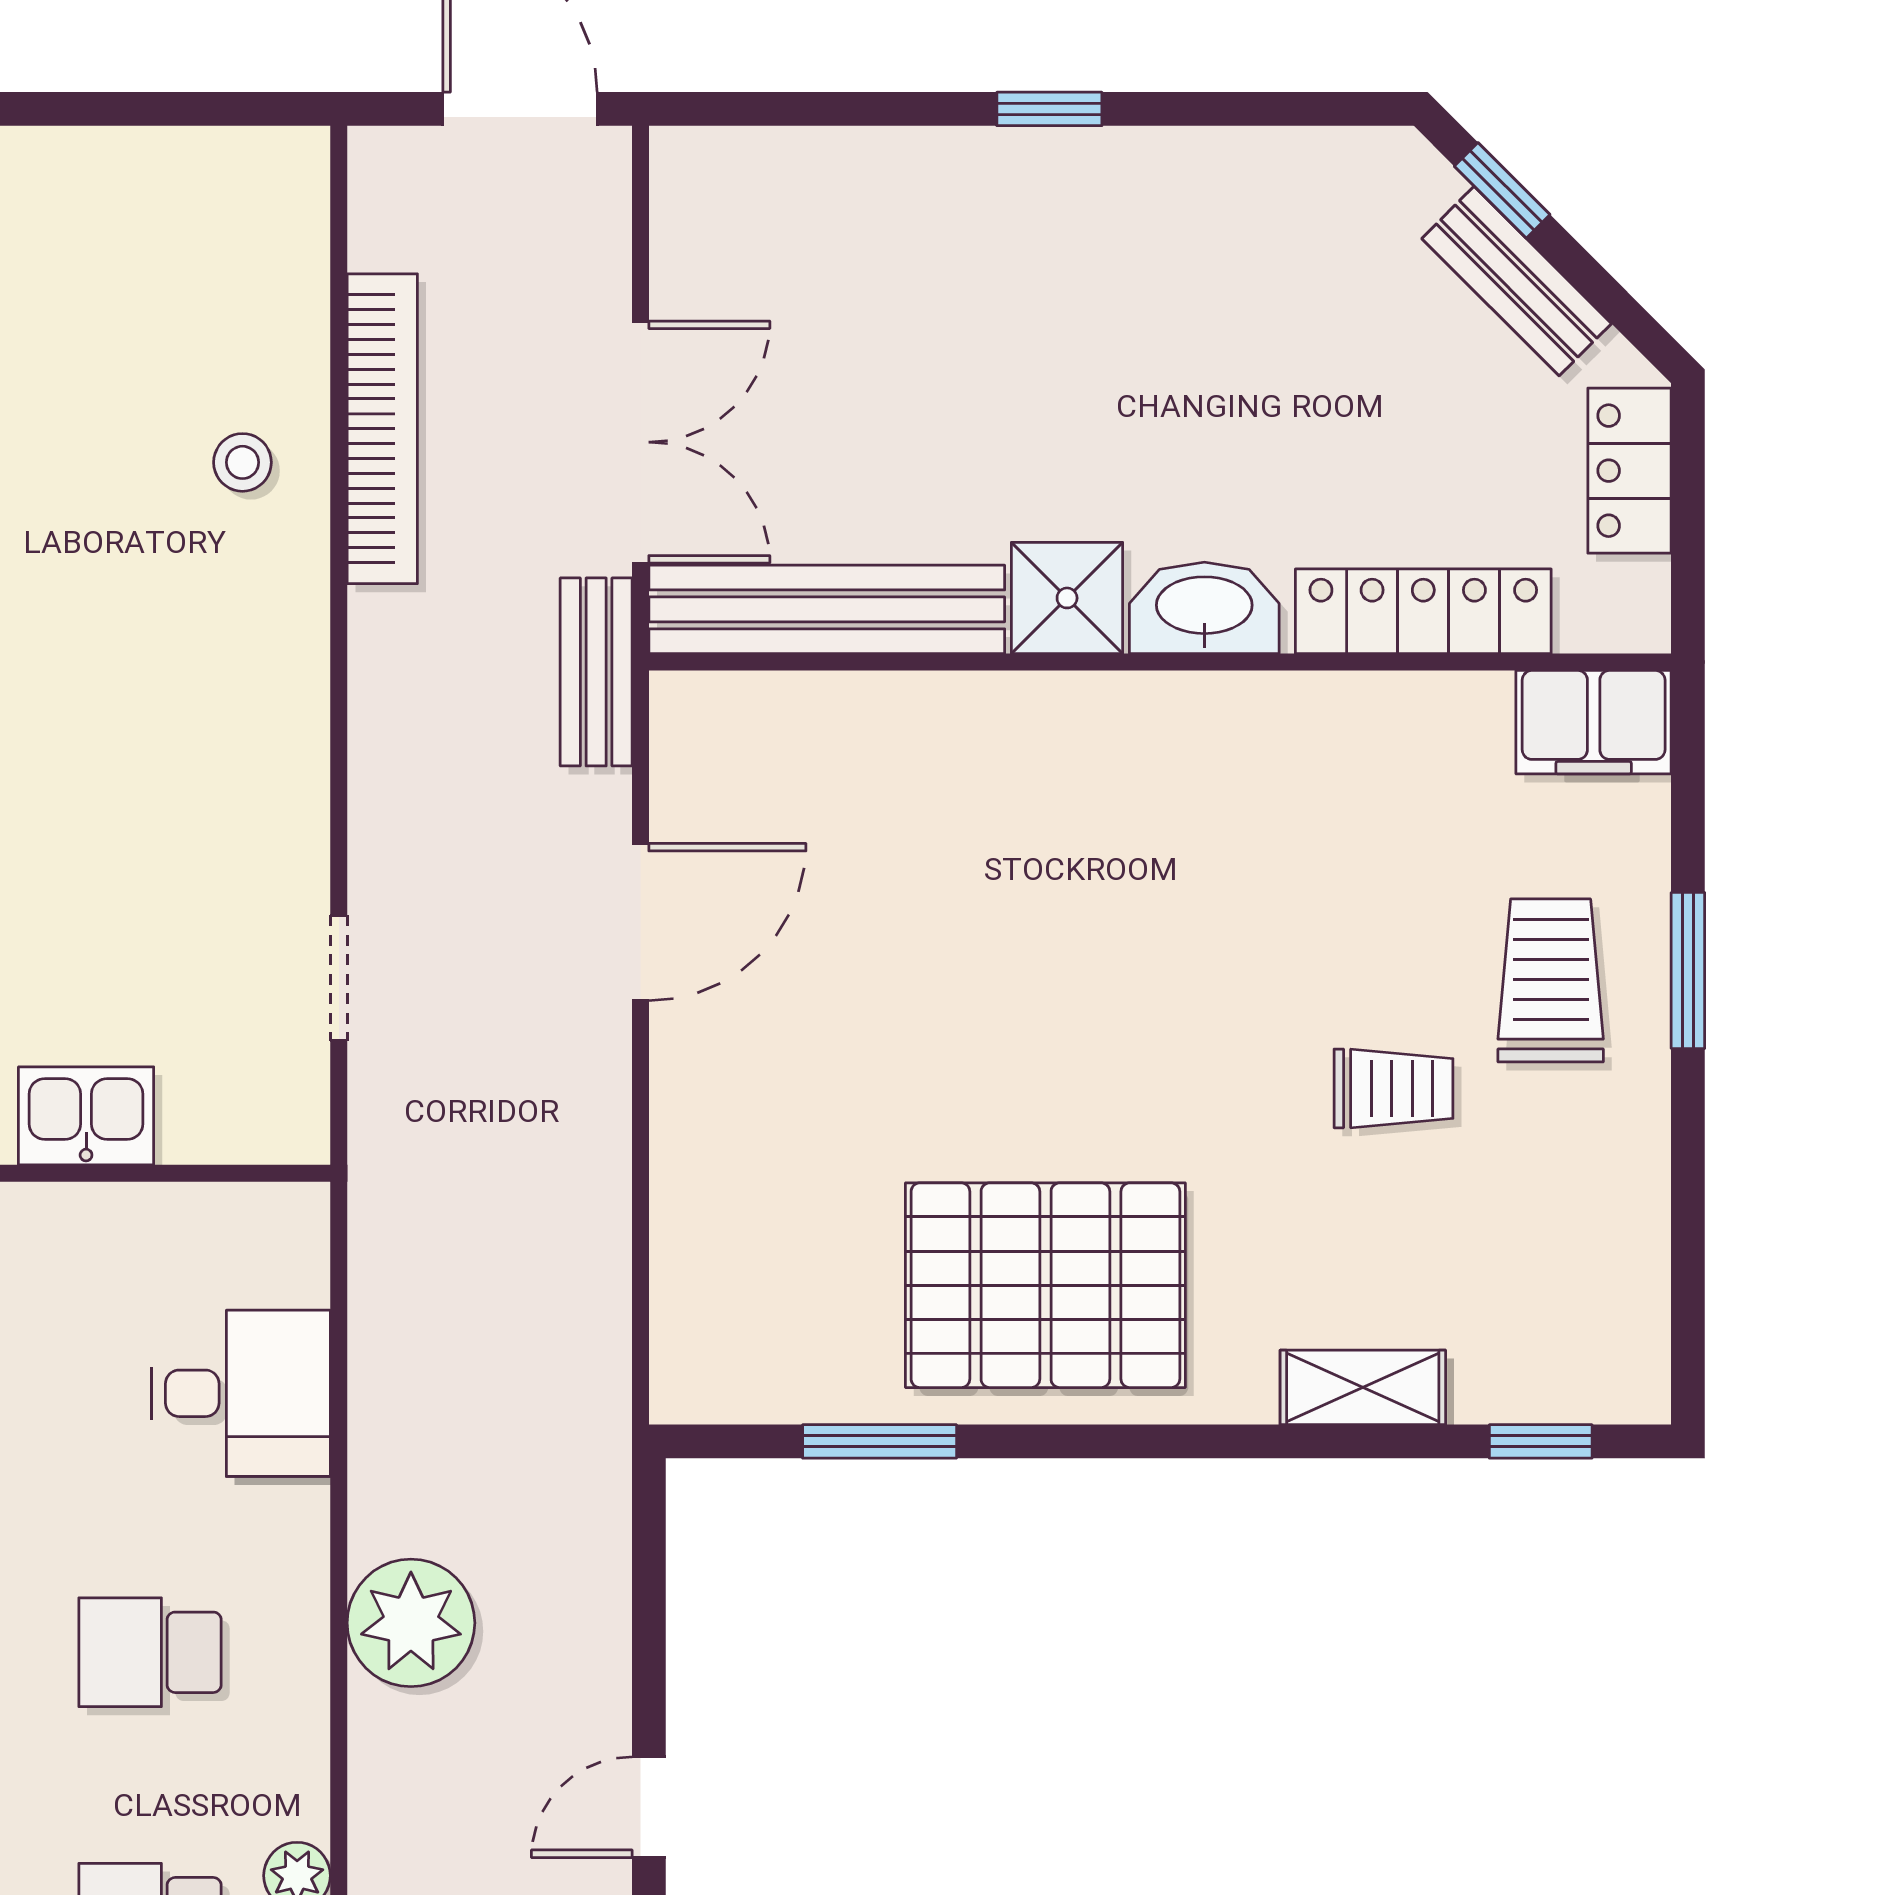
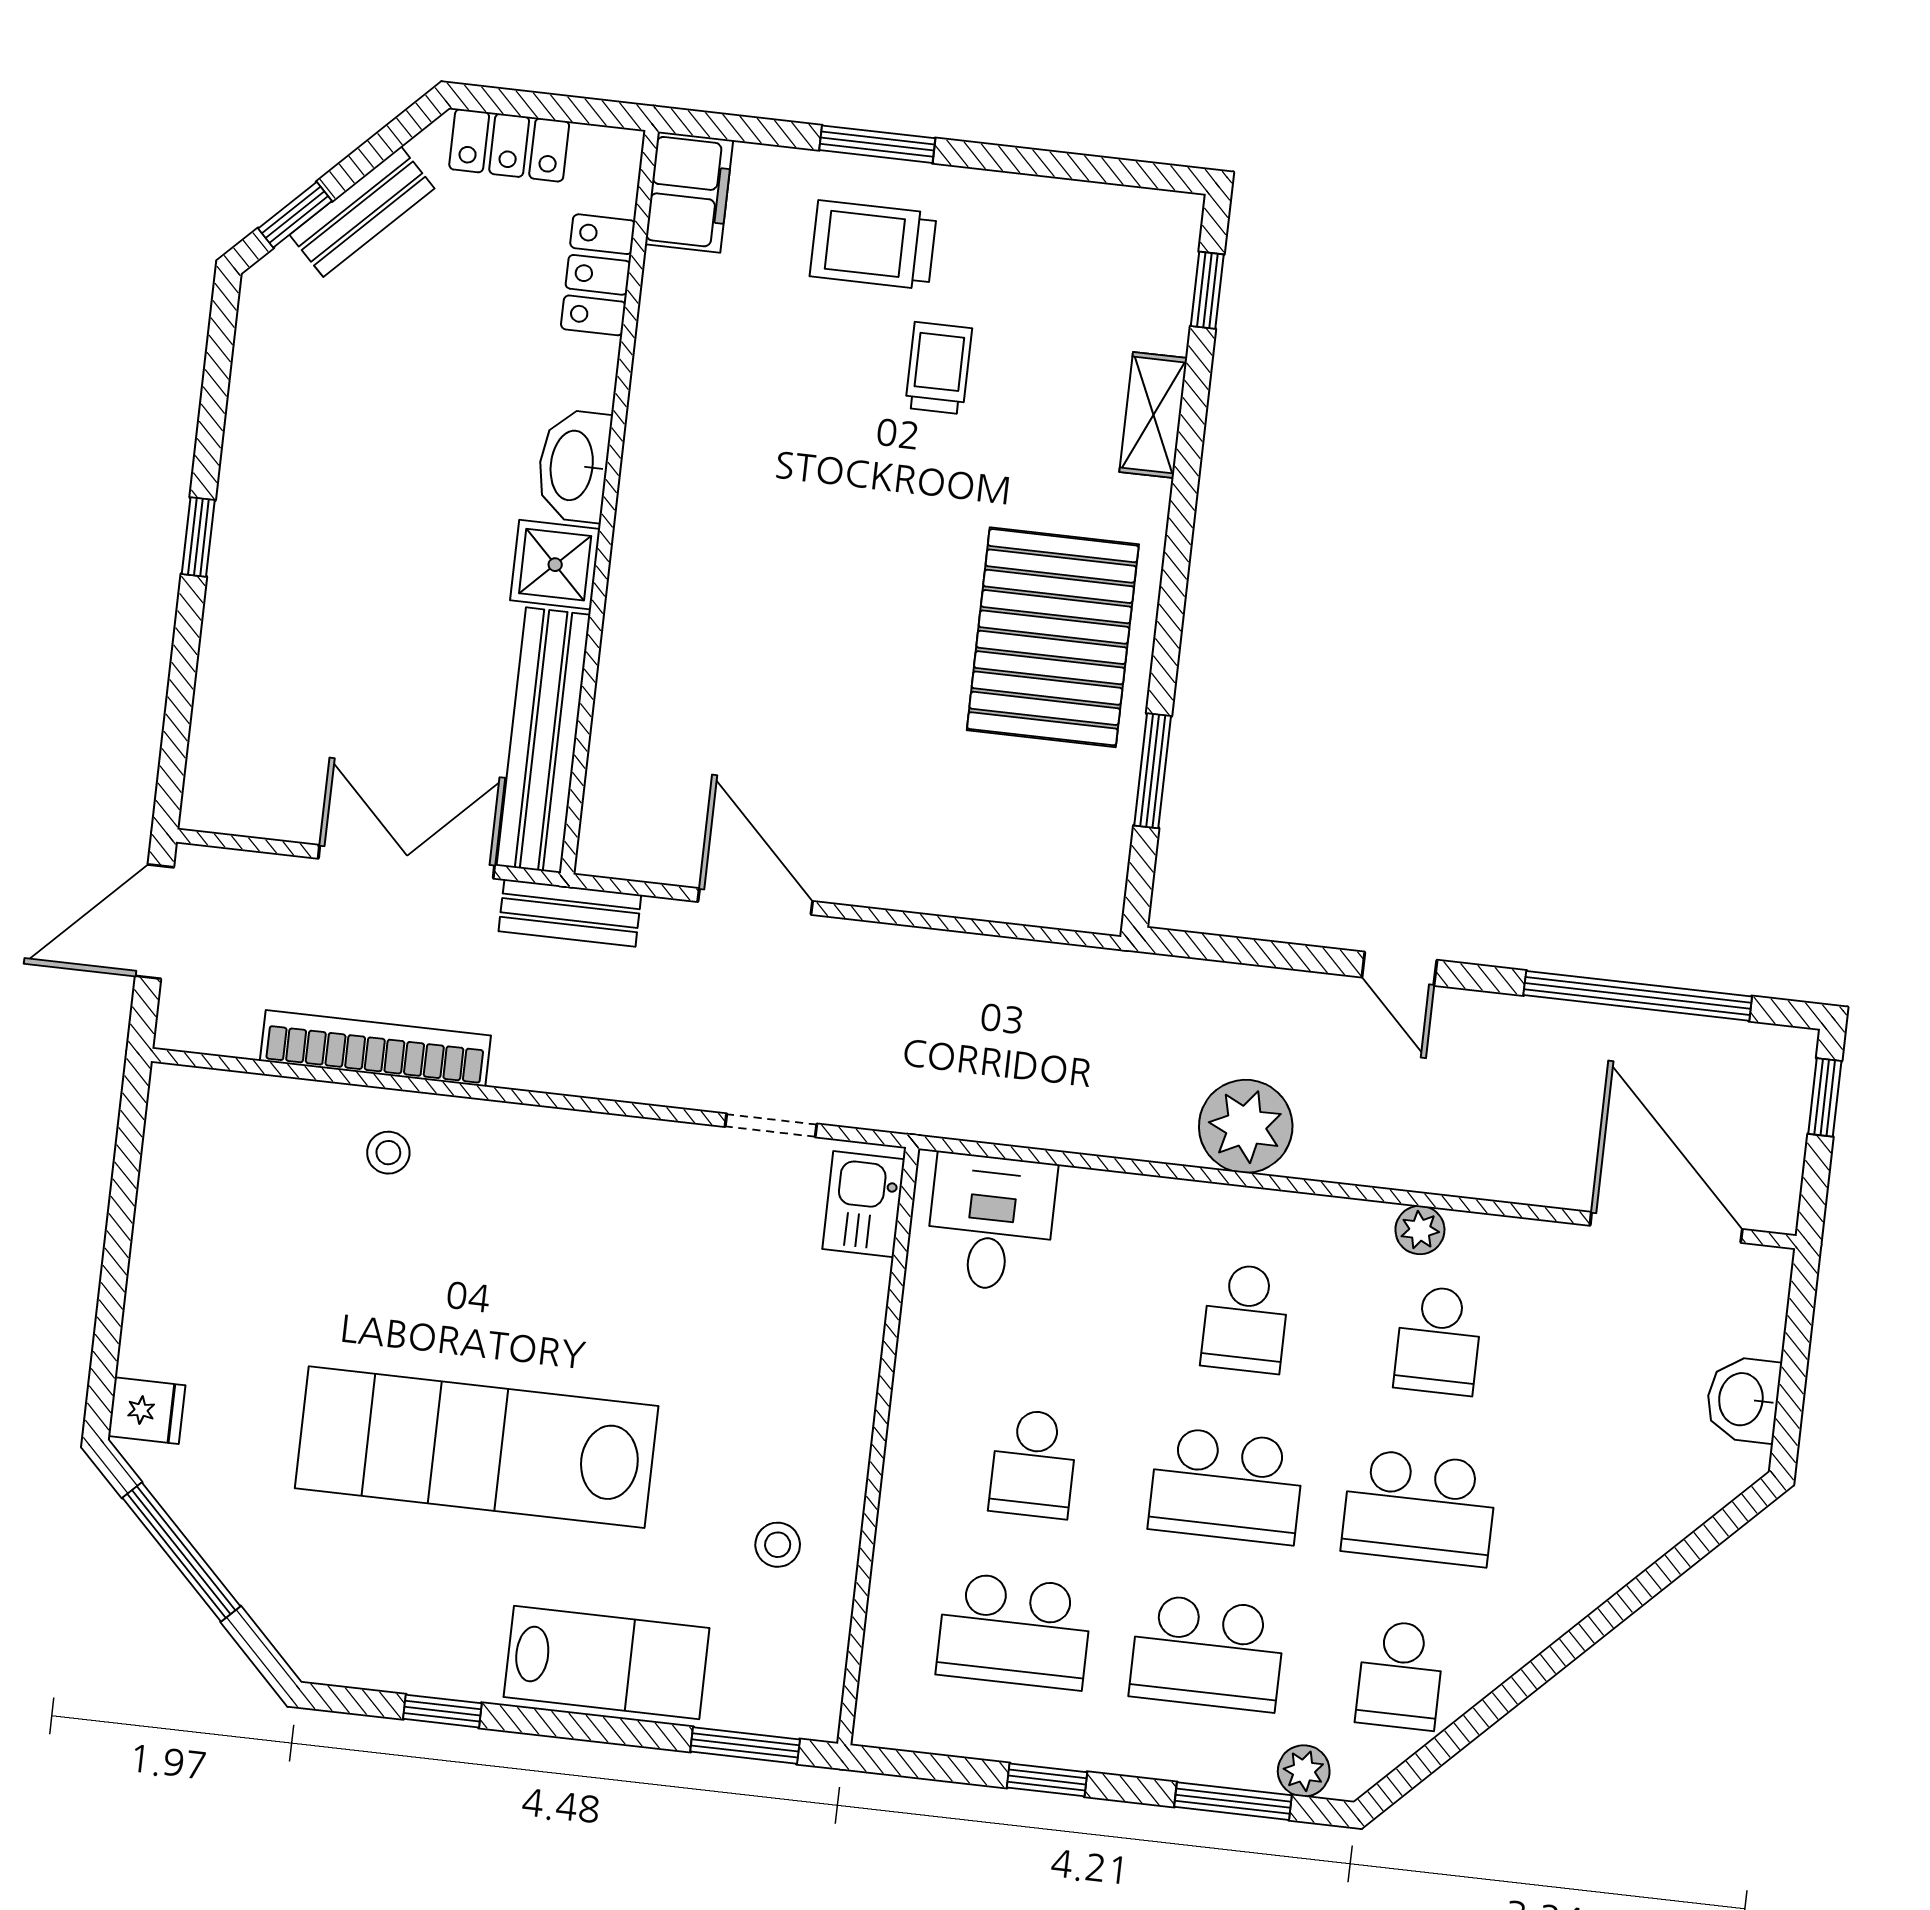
locker: (1423, 611) -> (598, 275), width x0.66
kitchen sink: (86, 1116) -> (864, 1204), moved
desk: (241, 1393) -> (991, 1223), moved

